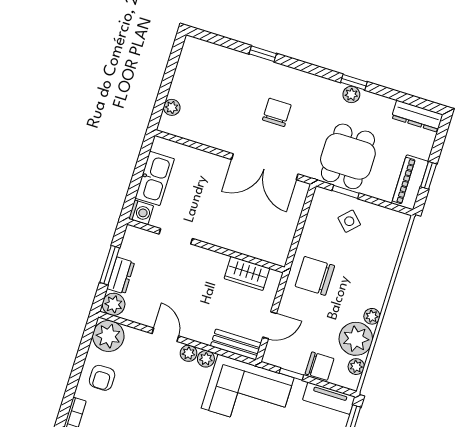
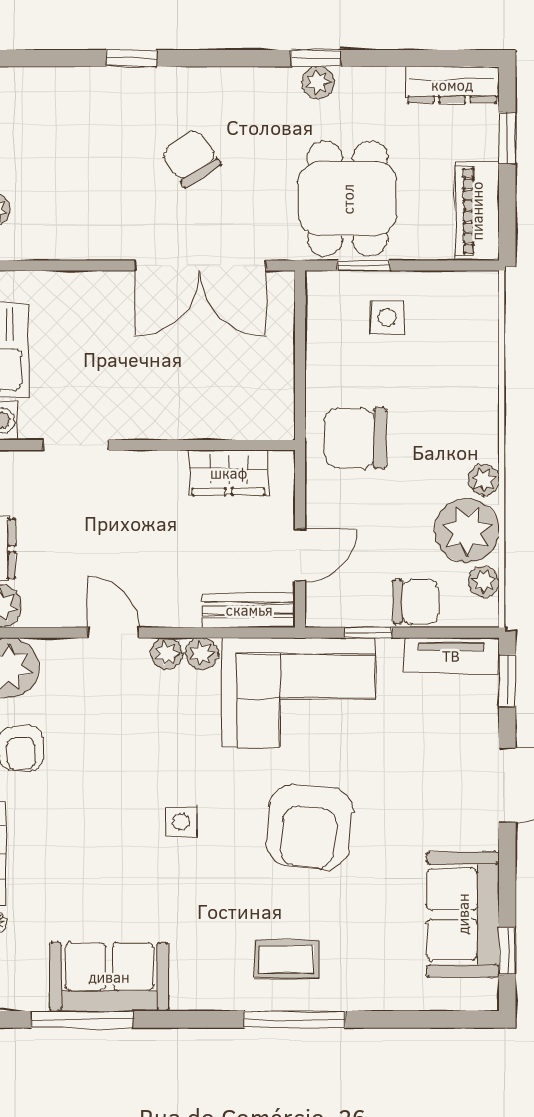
chair: (277, 112) -> (191, 158), turned -33
window: (429, 175) -> (507, 138), moved
side table: (349, 221) -> (387, 317), turned 45

